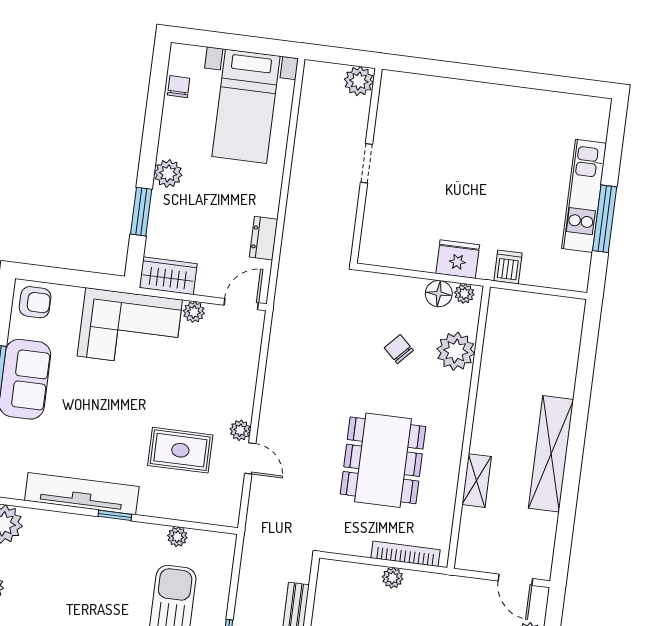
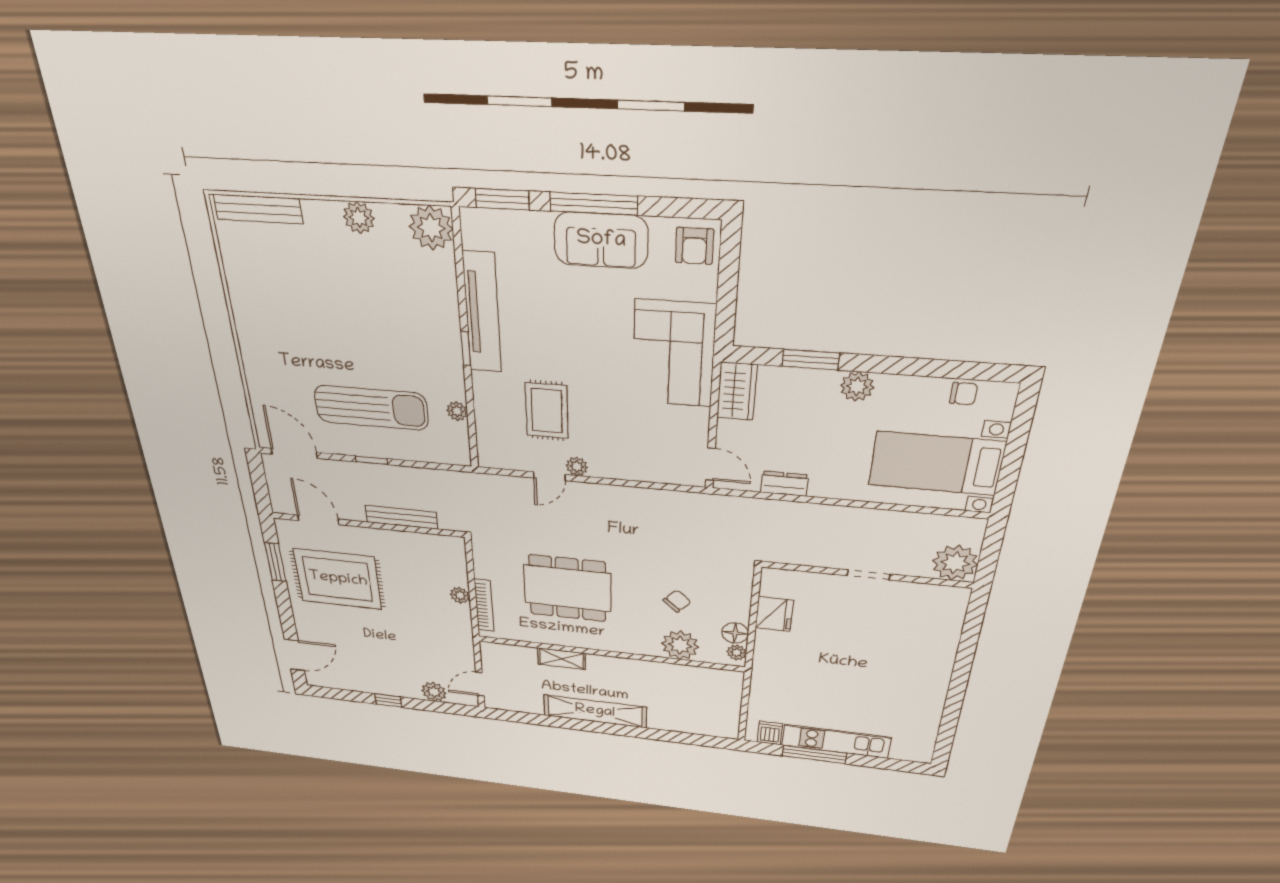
plant: (359, 81) -> (955, 563), width x1.36, depth x1.36
fridge: (458, 259) -> (774, 614), moved
dishwasher: (508, 267) -> (770, 733), moved, turned -90
plant: (194, 312) -> (698, 419), removed

